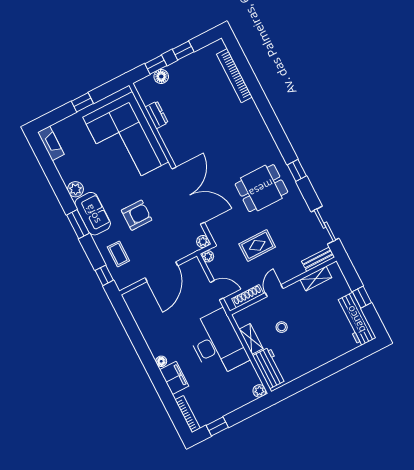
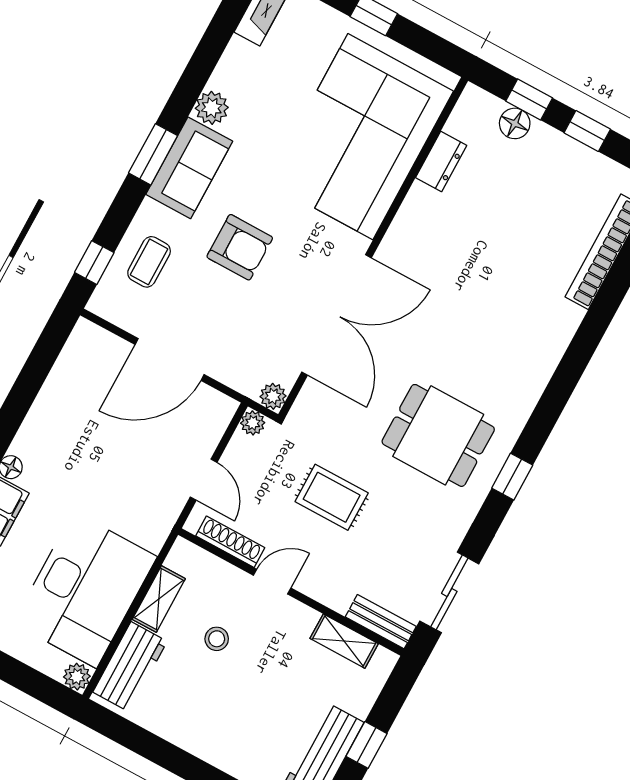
desk: (217, 344) -> (85, 590), moved

